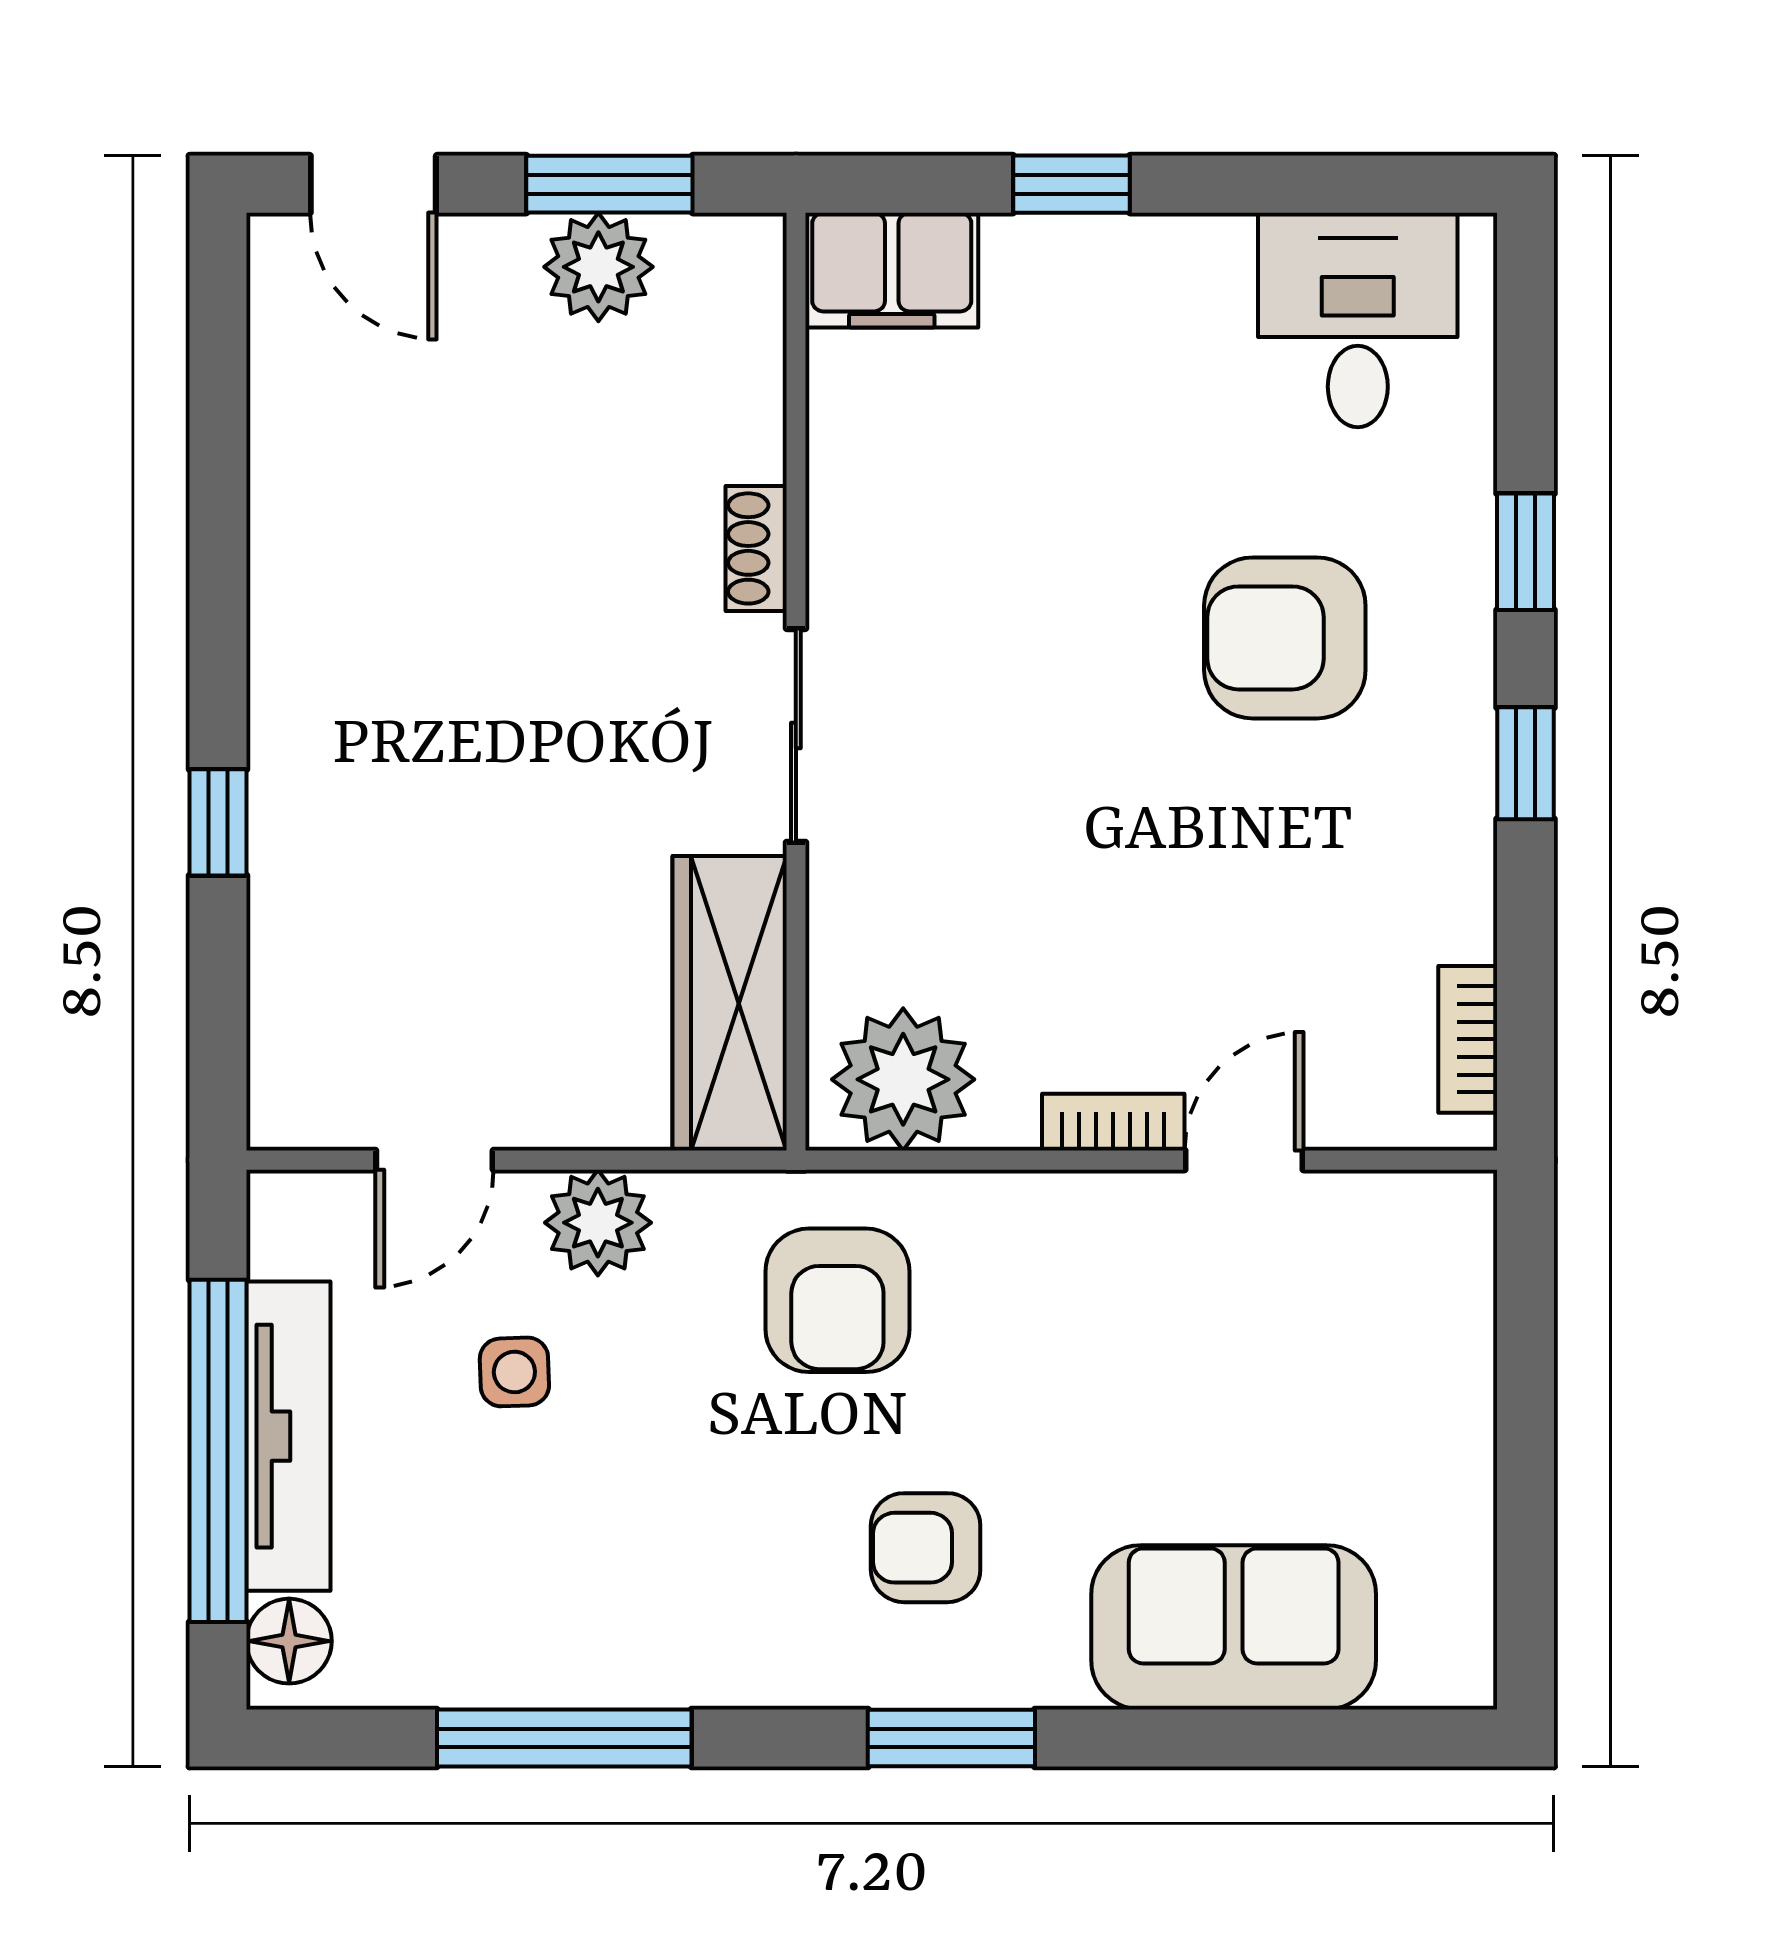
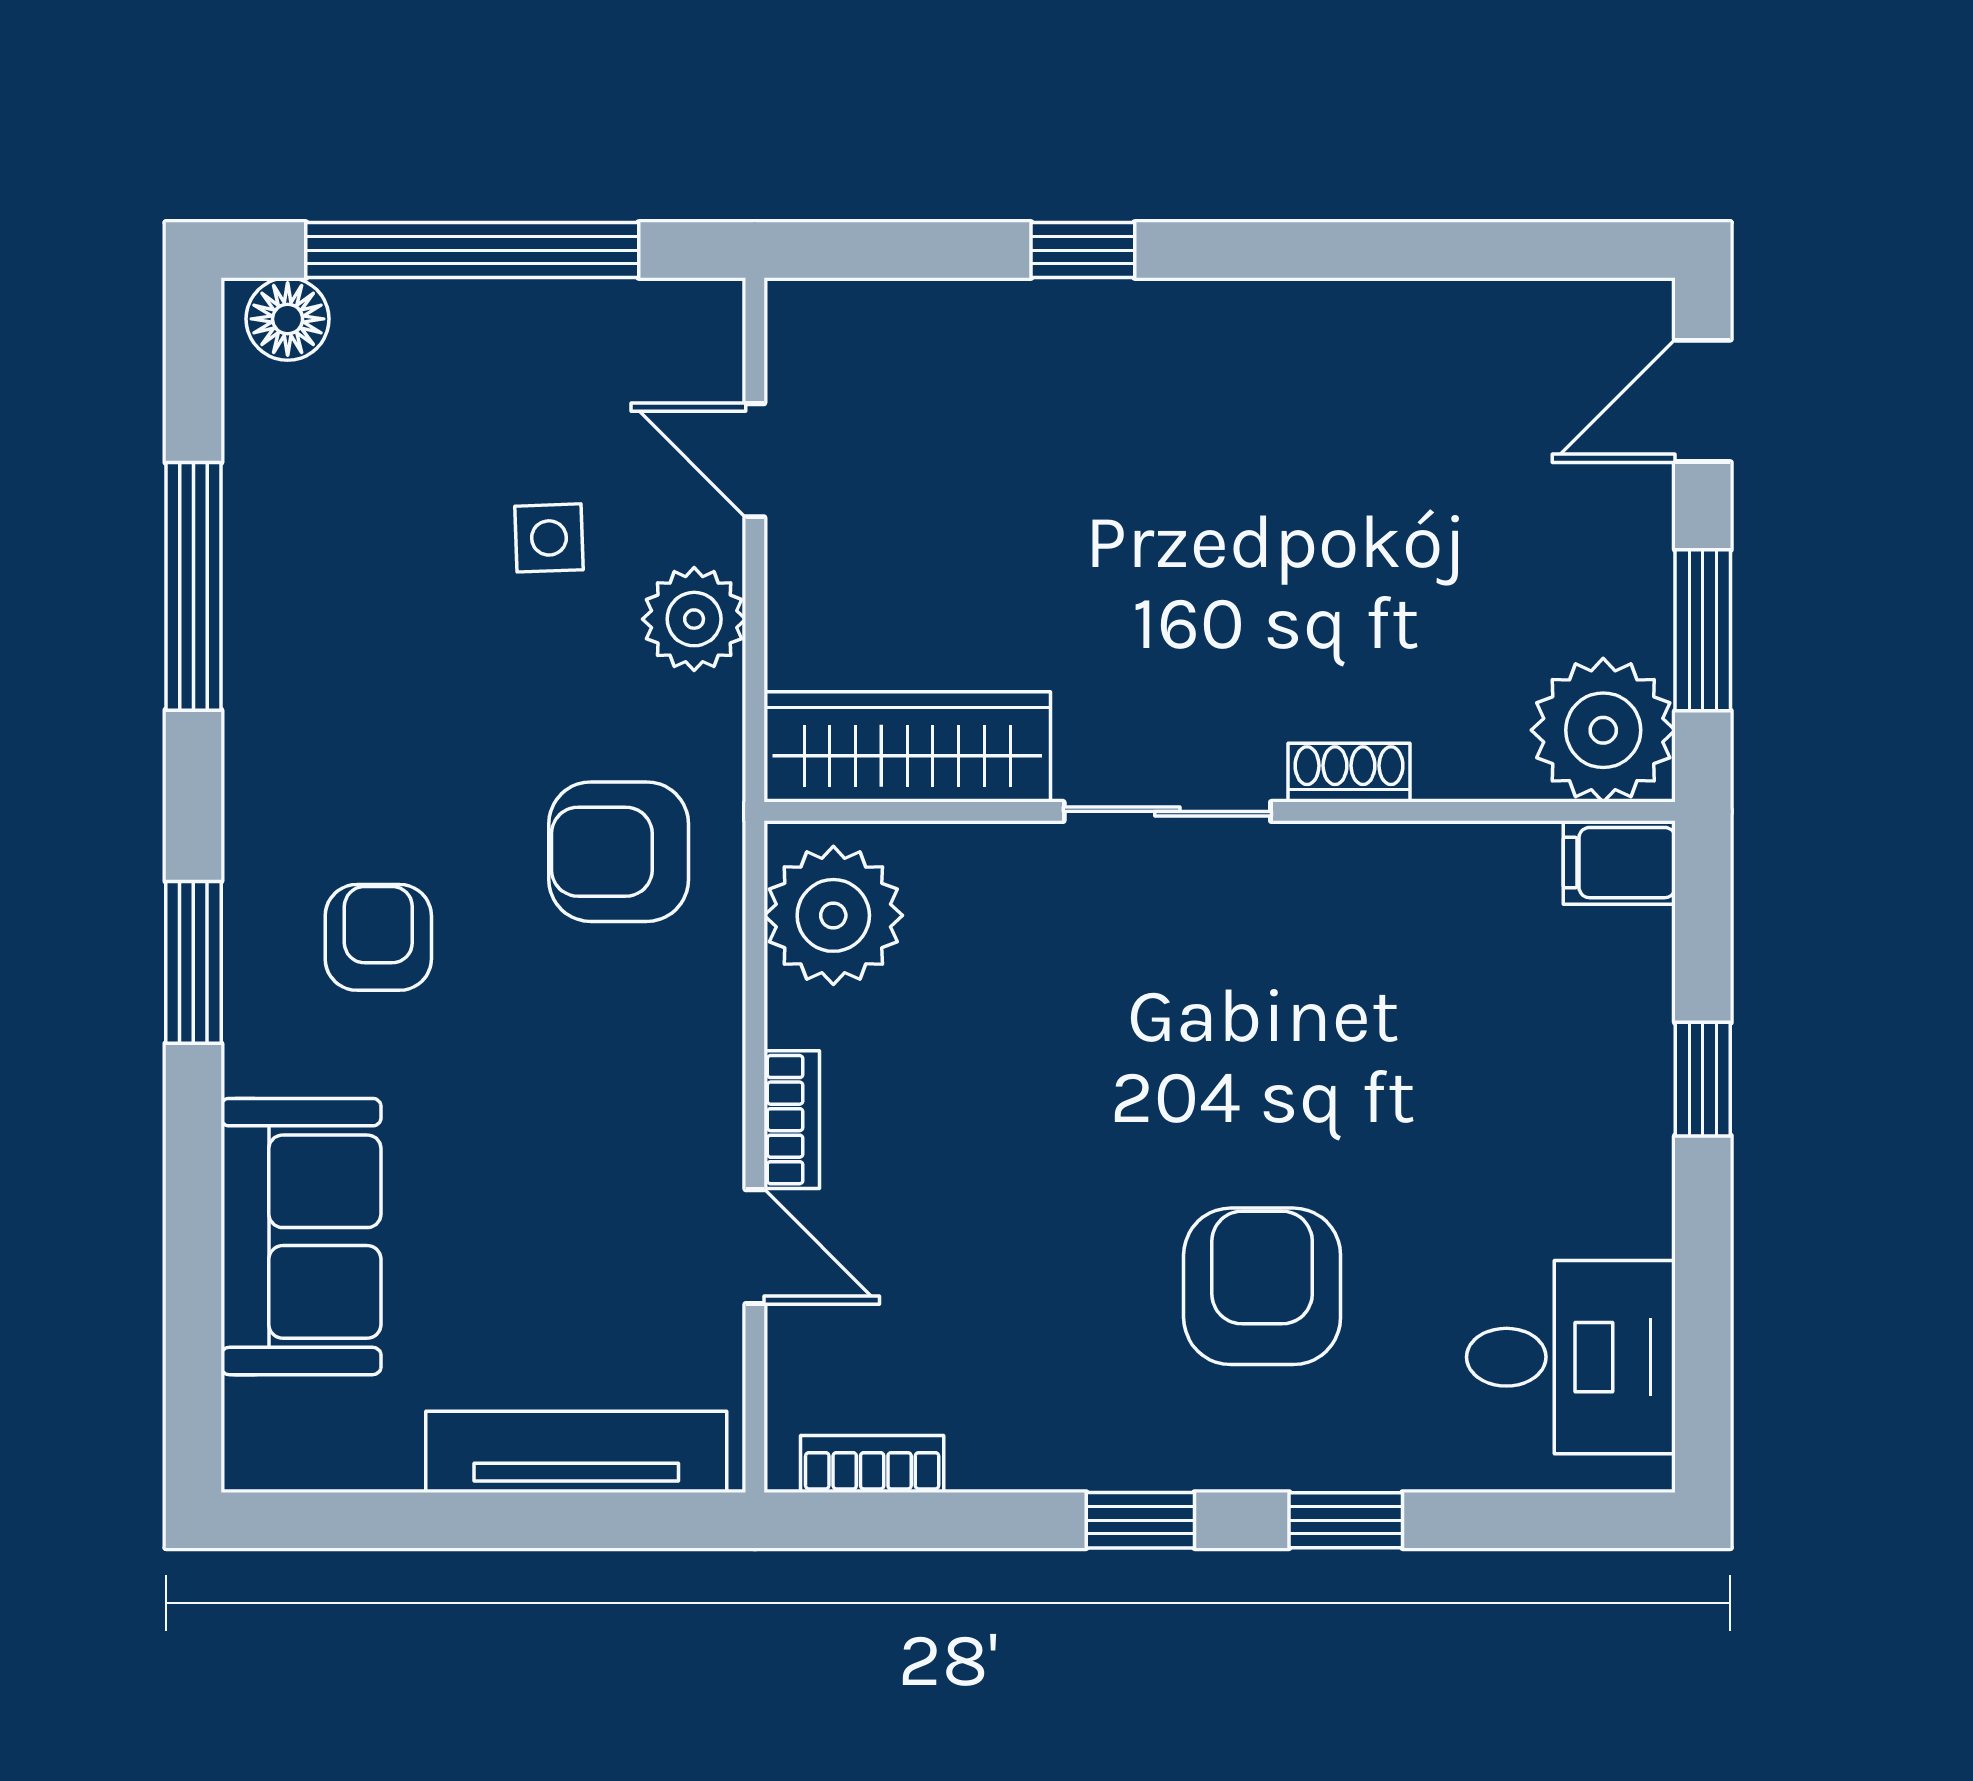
plant: (598, 267) -> (1603, 730), moved, width x1.36, depth x1.36
filing cabinet: (892, 270) -> (1619, 863), width x0.50
tv unit: (288, 1436) -> (576, 1452), moved, turned 180

